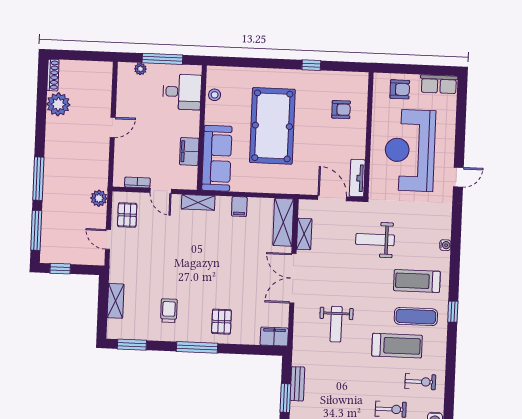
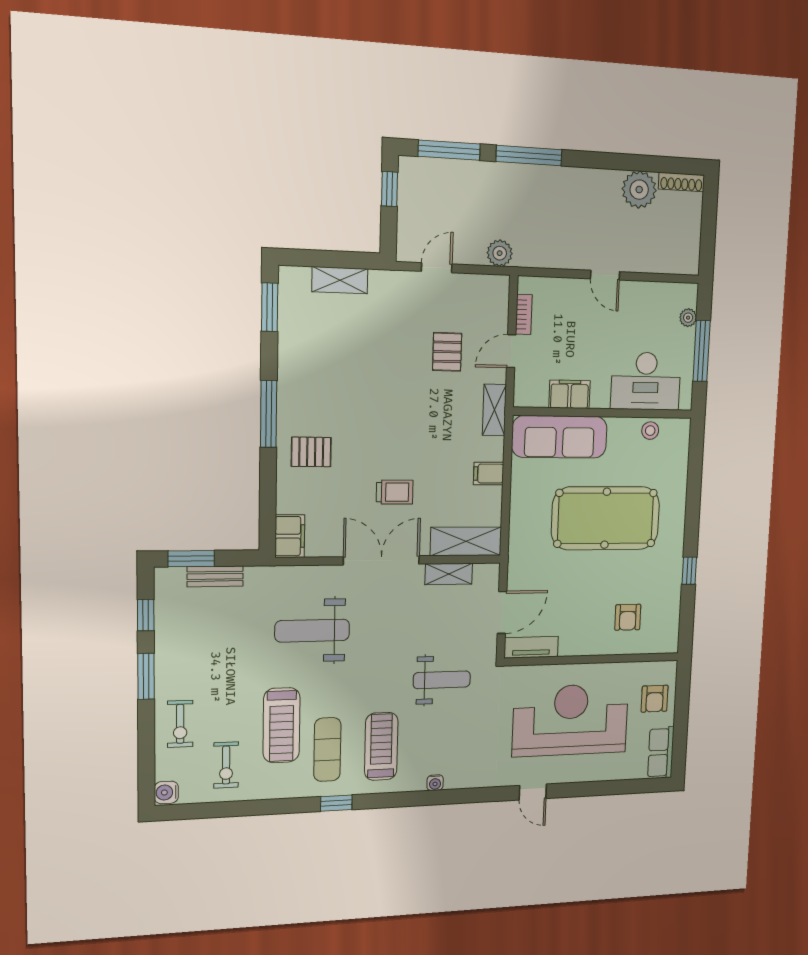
desk: (182, 92) -> (646, 381), width x1.37
pallet: (127, 215) -> (447, 352), moved, turned 90
weight bench: (375, 240) -> (442, 680), turned 90
trolley: (169, 311) -> (395, 492), moved
weight bench: (336, 324) -> (312, 631), width x1.36, depth x1.33

